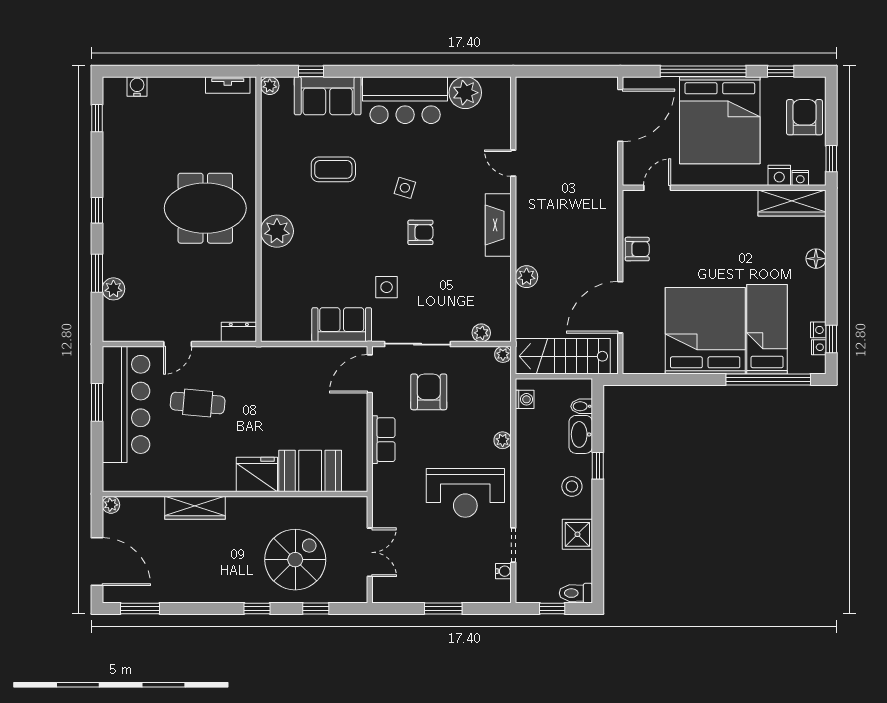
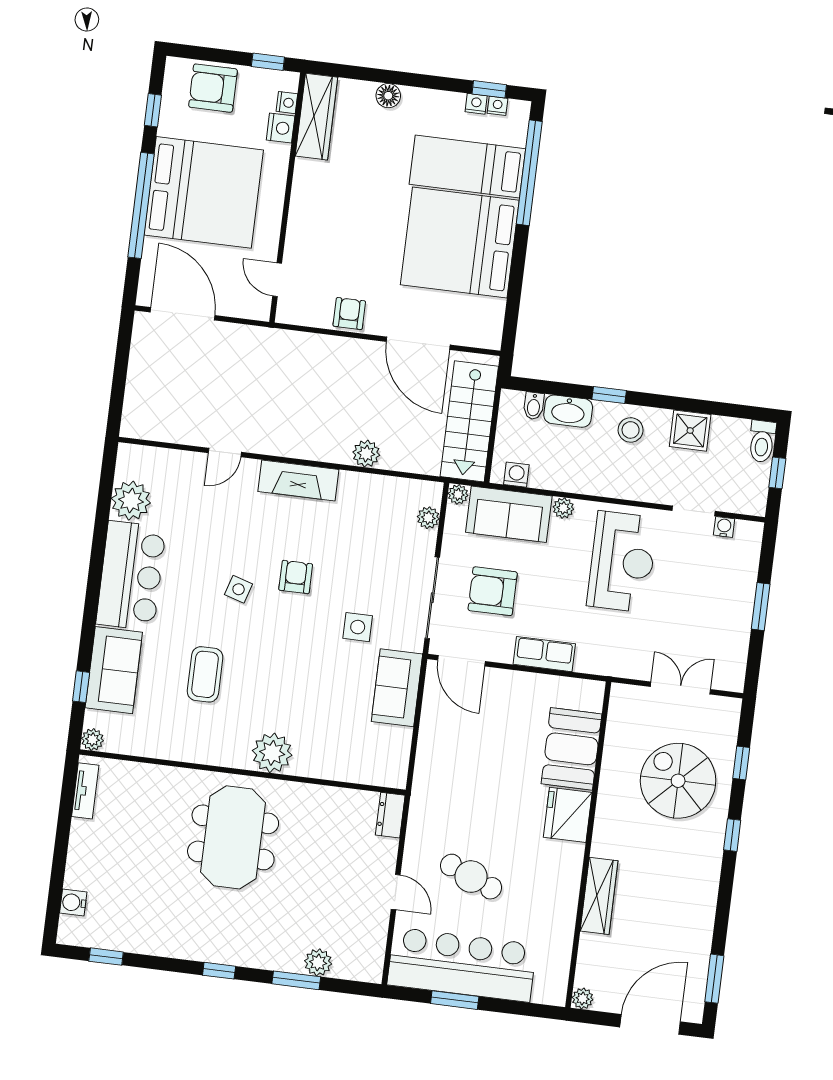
sofa: (492, 397) -> (509, 514), added
cafe table: (198, 403) -> (471, 877), turned -72

